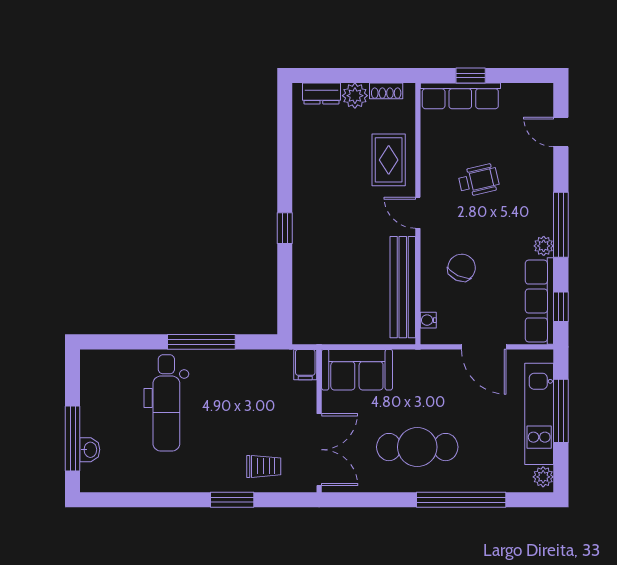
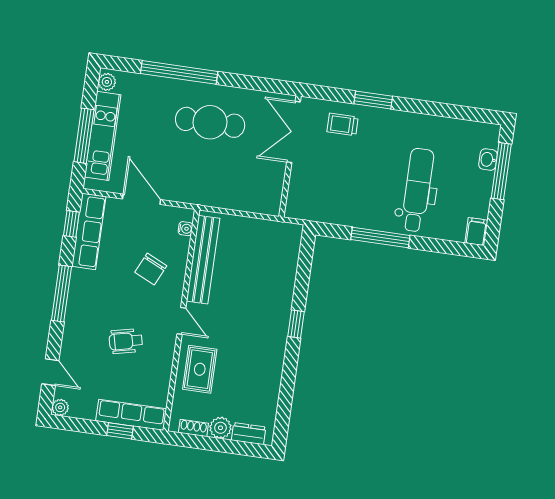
plant: (544, 246) -> (60, 407), moved
filing cabinet: (305, 365) -> (476, 232), moved
sofa: (357, 370) -> (252, 195), removed

